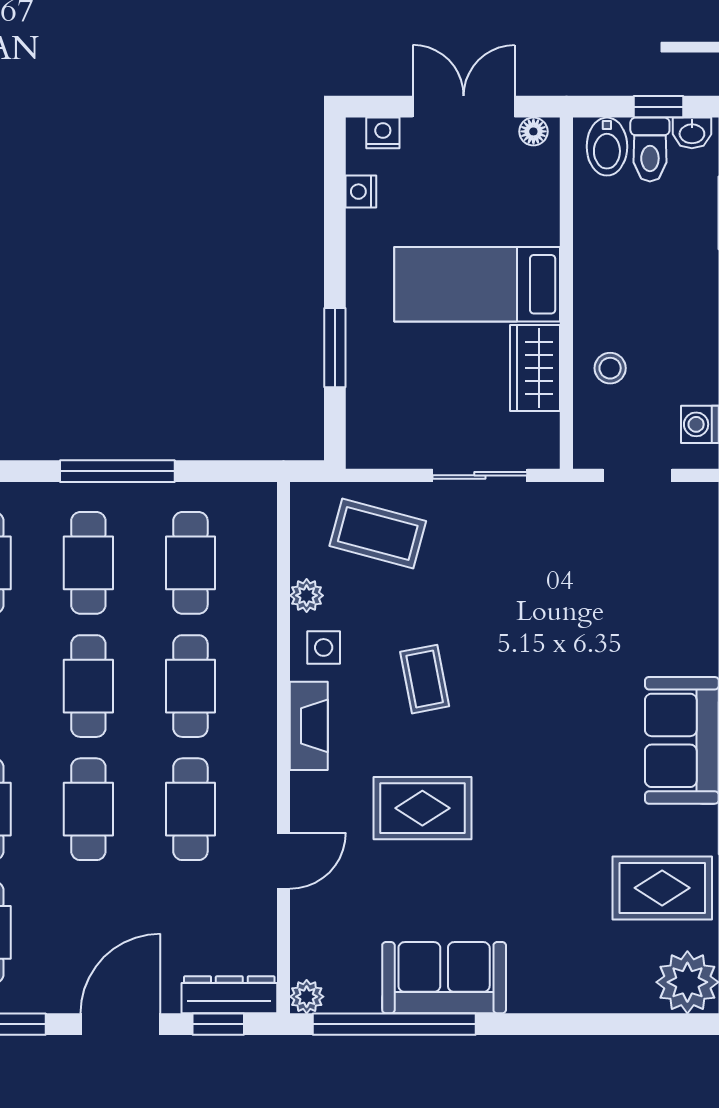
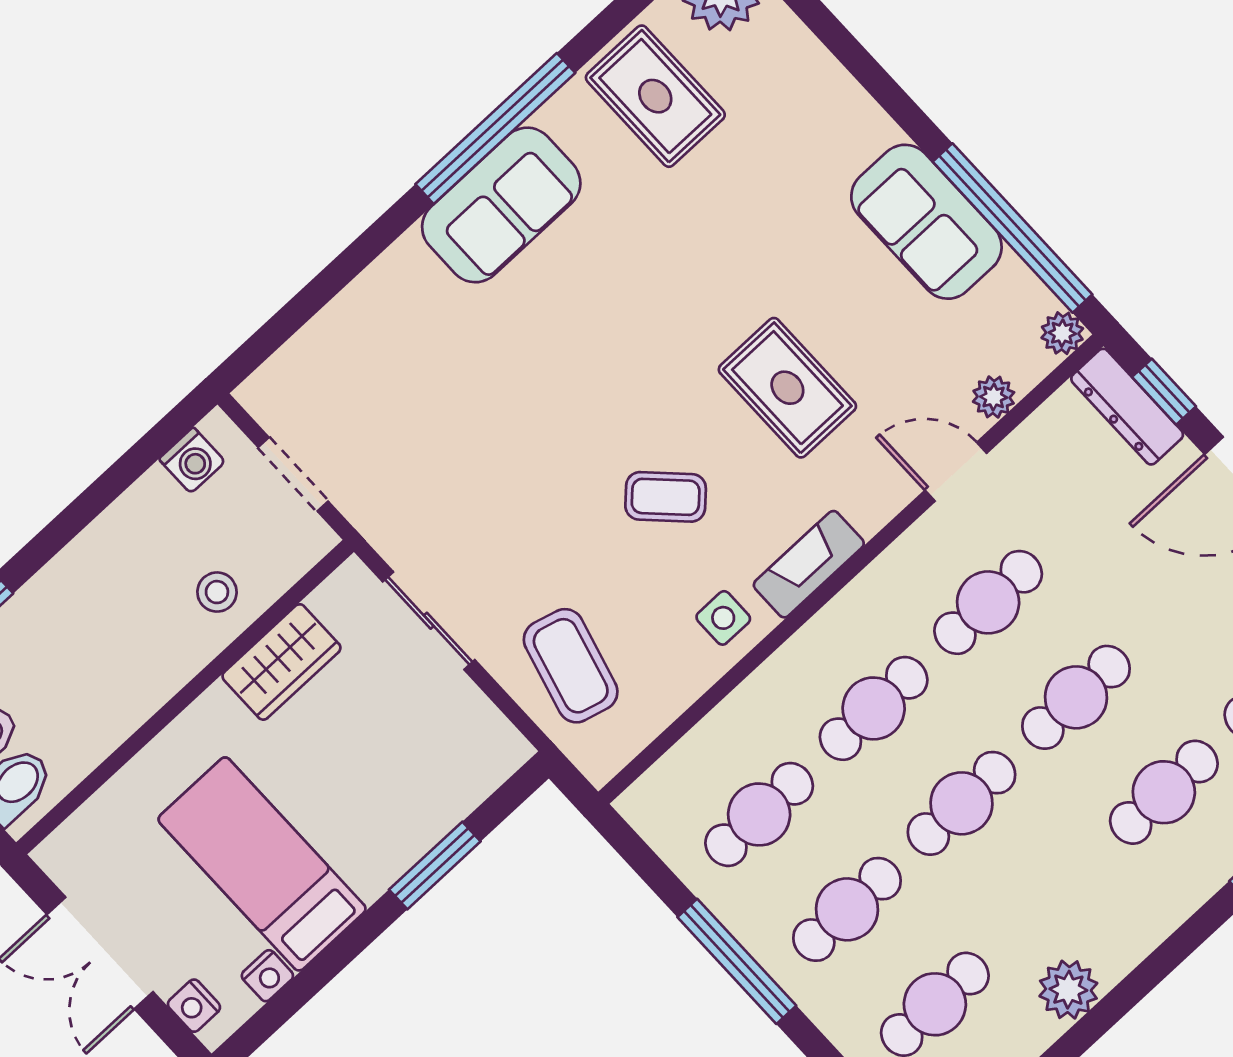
floor lamp: (533, 131) -> (63, 867), removed
bed: (477, 284) -> (262, 864), moved, turned 180
plant: (307, 595) -> (994, 397), moved
coffee table: (425, 679) -> (666, 497), turned 56

